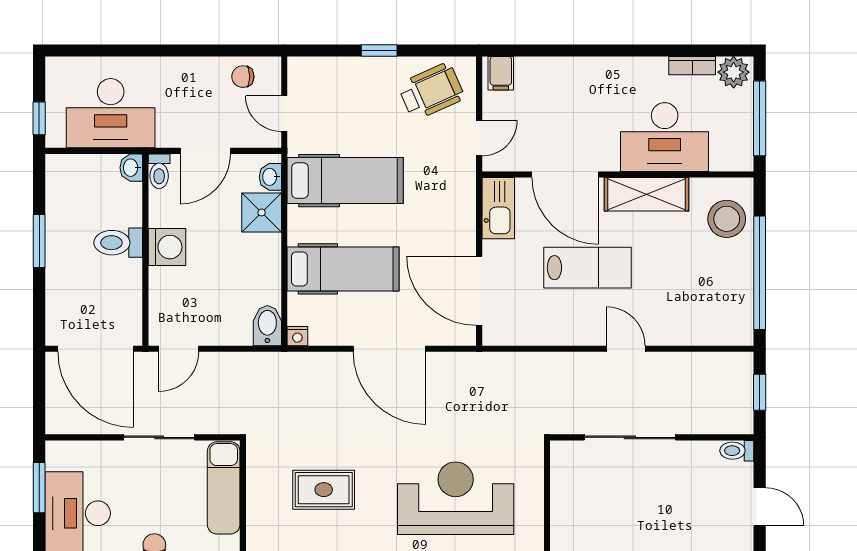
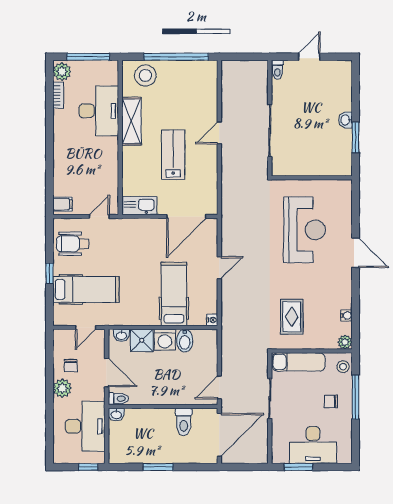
plant: (177, 73) -> (62, 388), added
chair: (243, 77) -> (71, 366), moved
wheelchair: (431, 91) -> (73, 244), turned -66
door: (479, 138) -> (99, 216), hinge flipped
door: (565, 174) -> (120, 167), removed
hospital bed: (345, 181) -> (86, 289), moved, turned 90
toilet: (118, 243) -> (184, 422), moved
washing machine: (167, 247) -> (165, 340), moved, turned 180
bidet: (267, 326) -> (185, 341), moved, turned -90
door: (179, 349) -> (219, 388), swing flipped
door: (389, 349) -> (219, 268), width x0.53
window: (760, 392) -> (244, 57), removed
rug: (324, 490) -> (292, 317), moved
reception desk: (456, 498) -> (304, 230), turned 180

